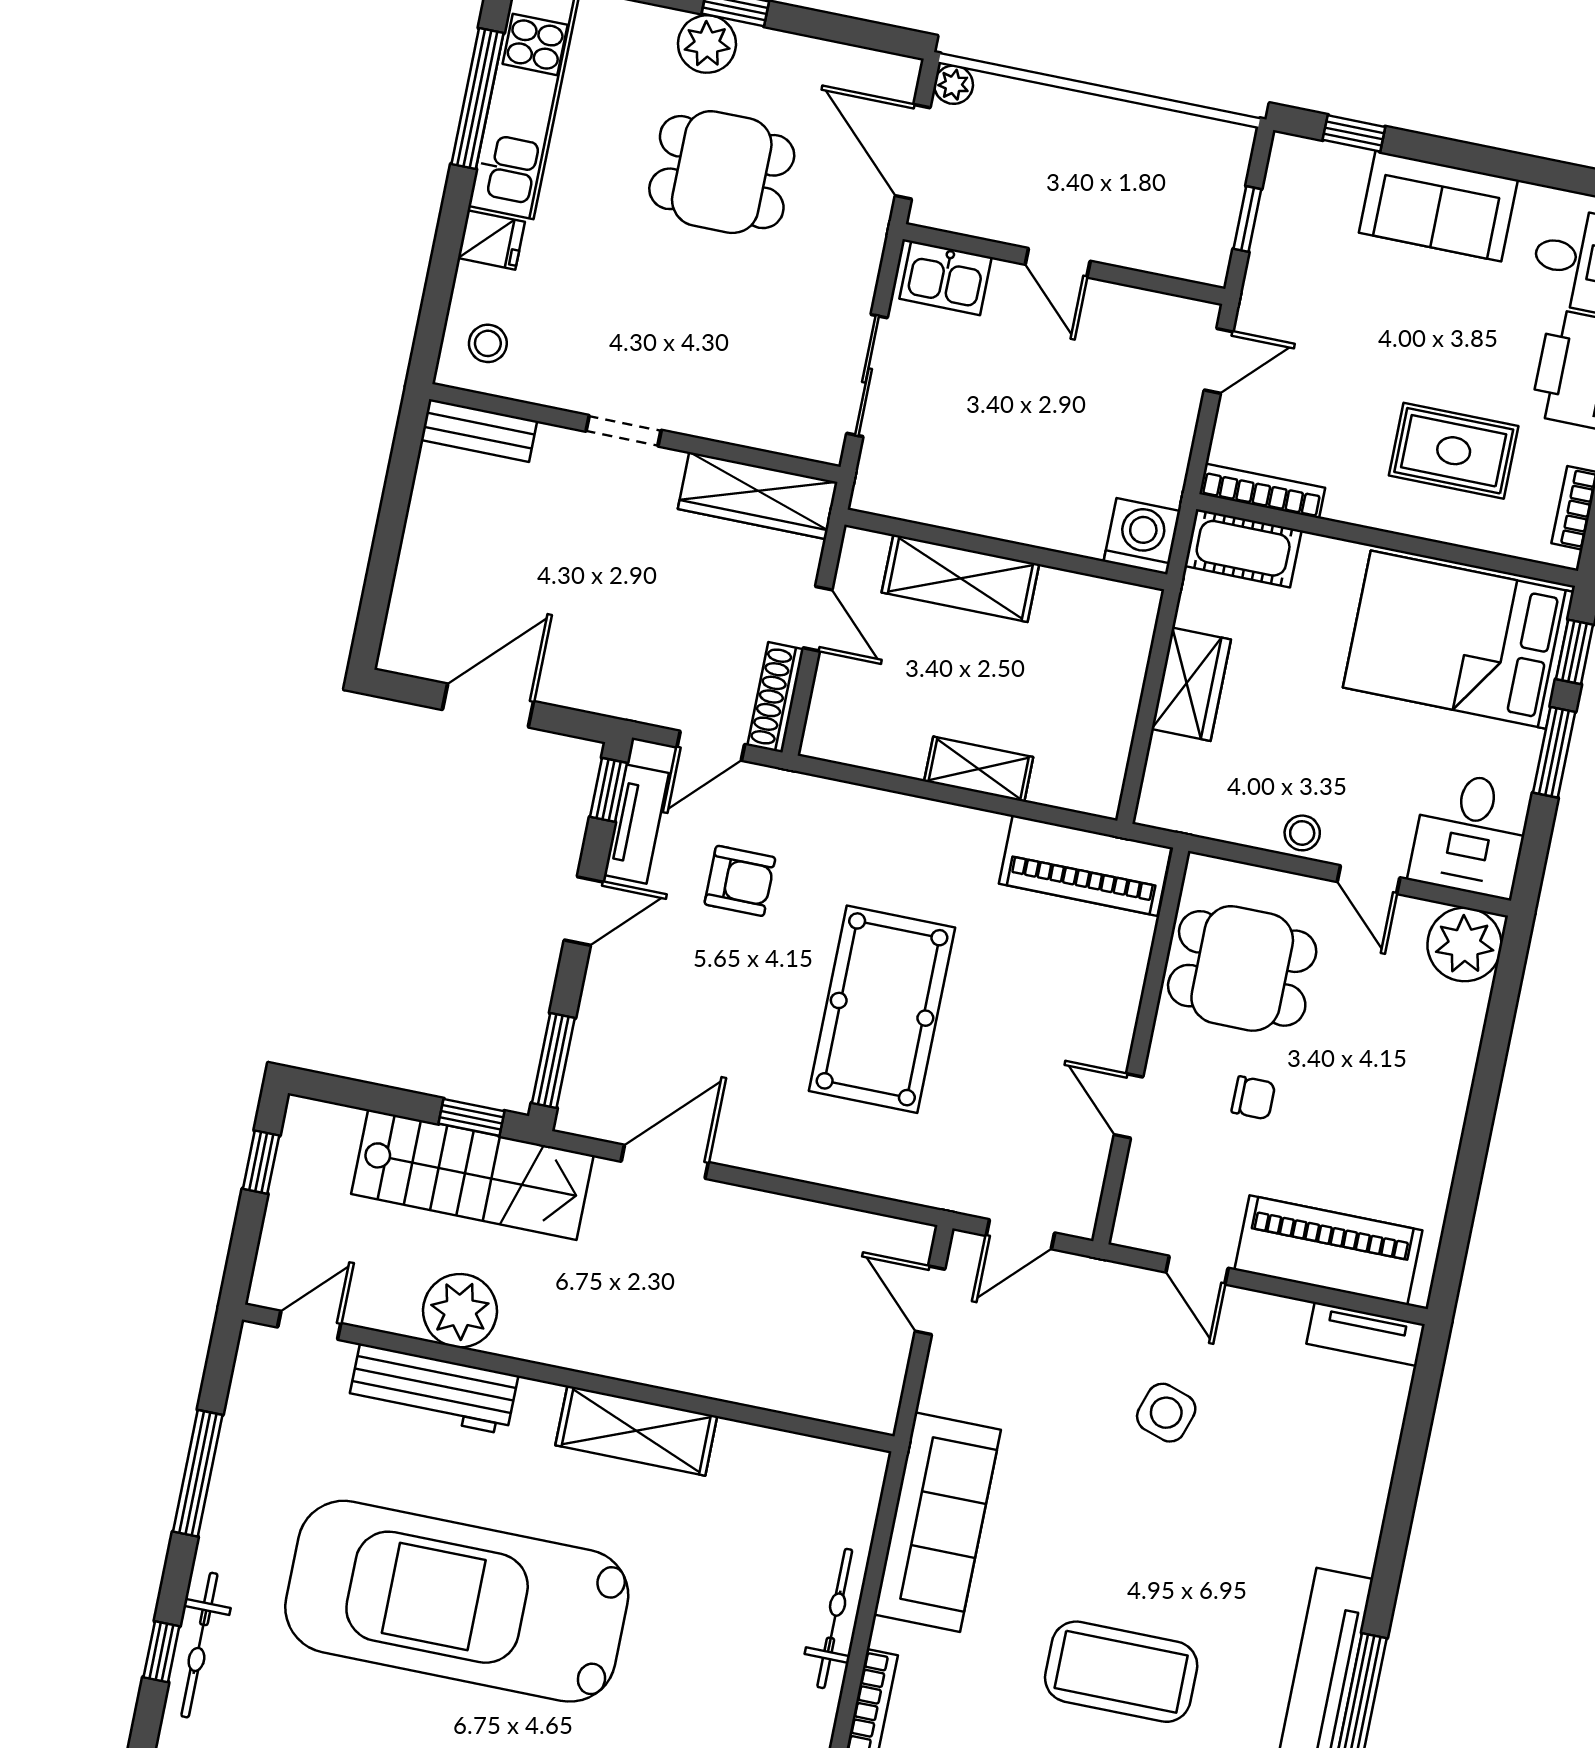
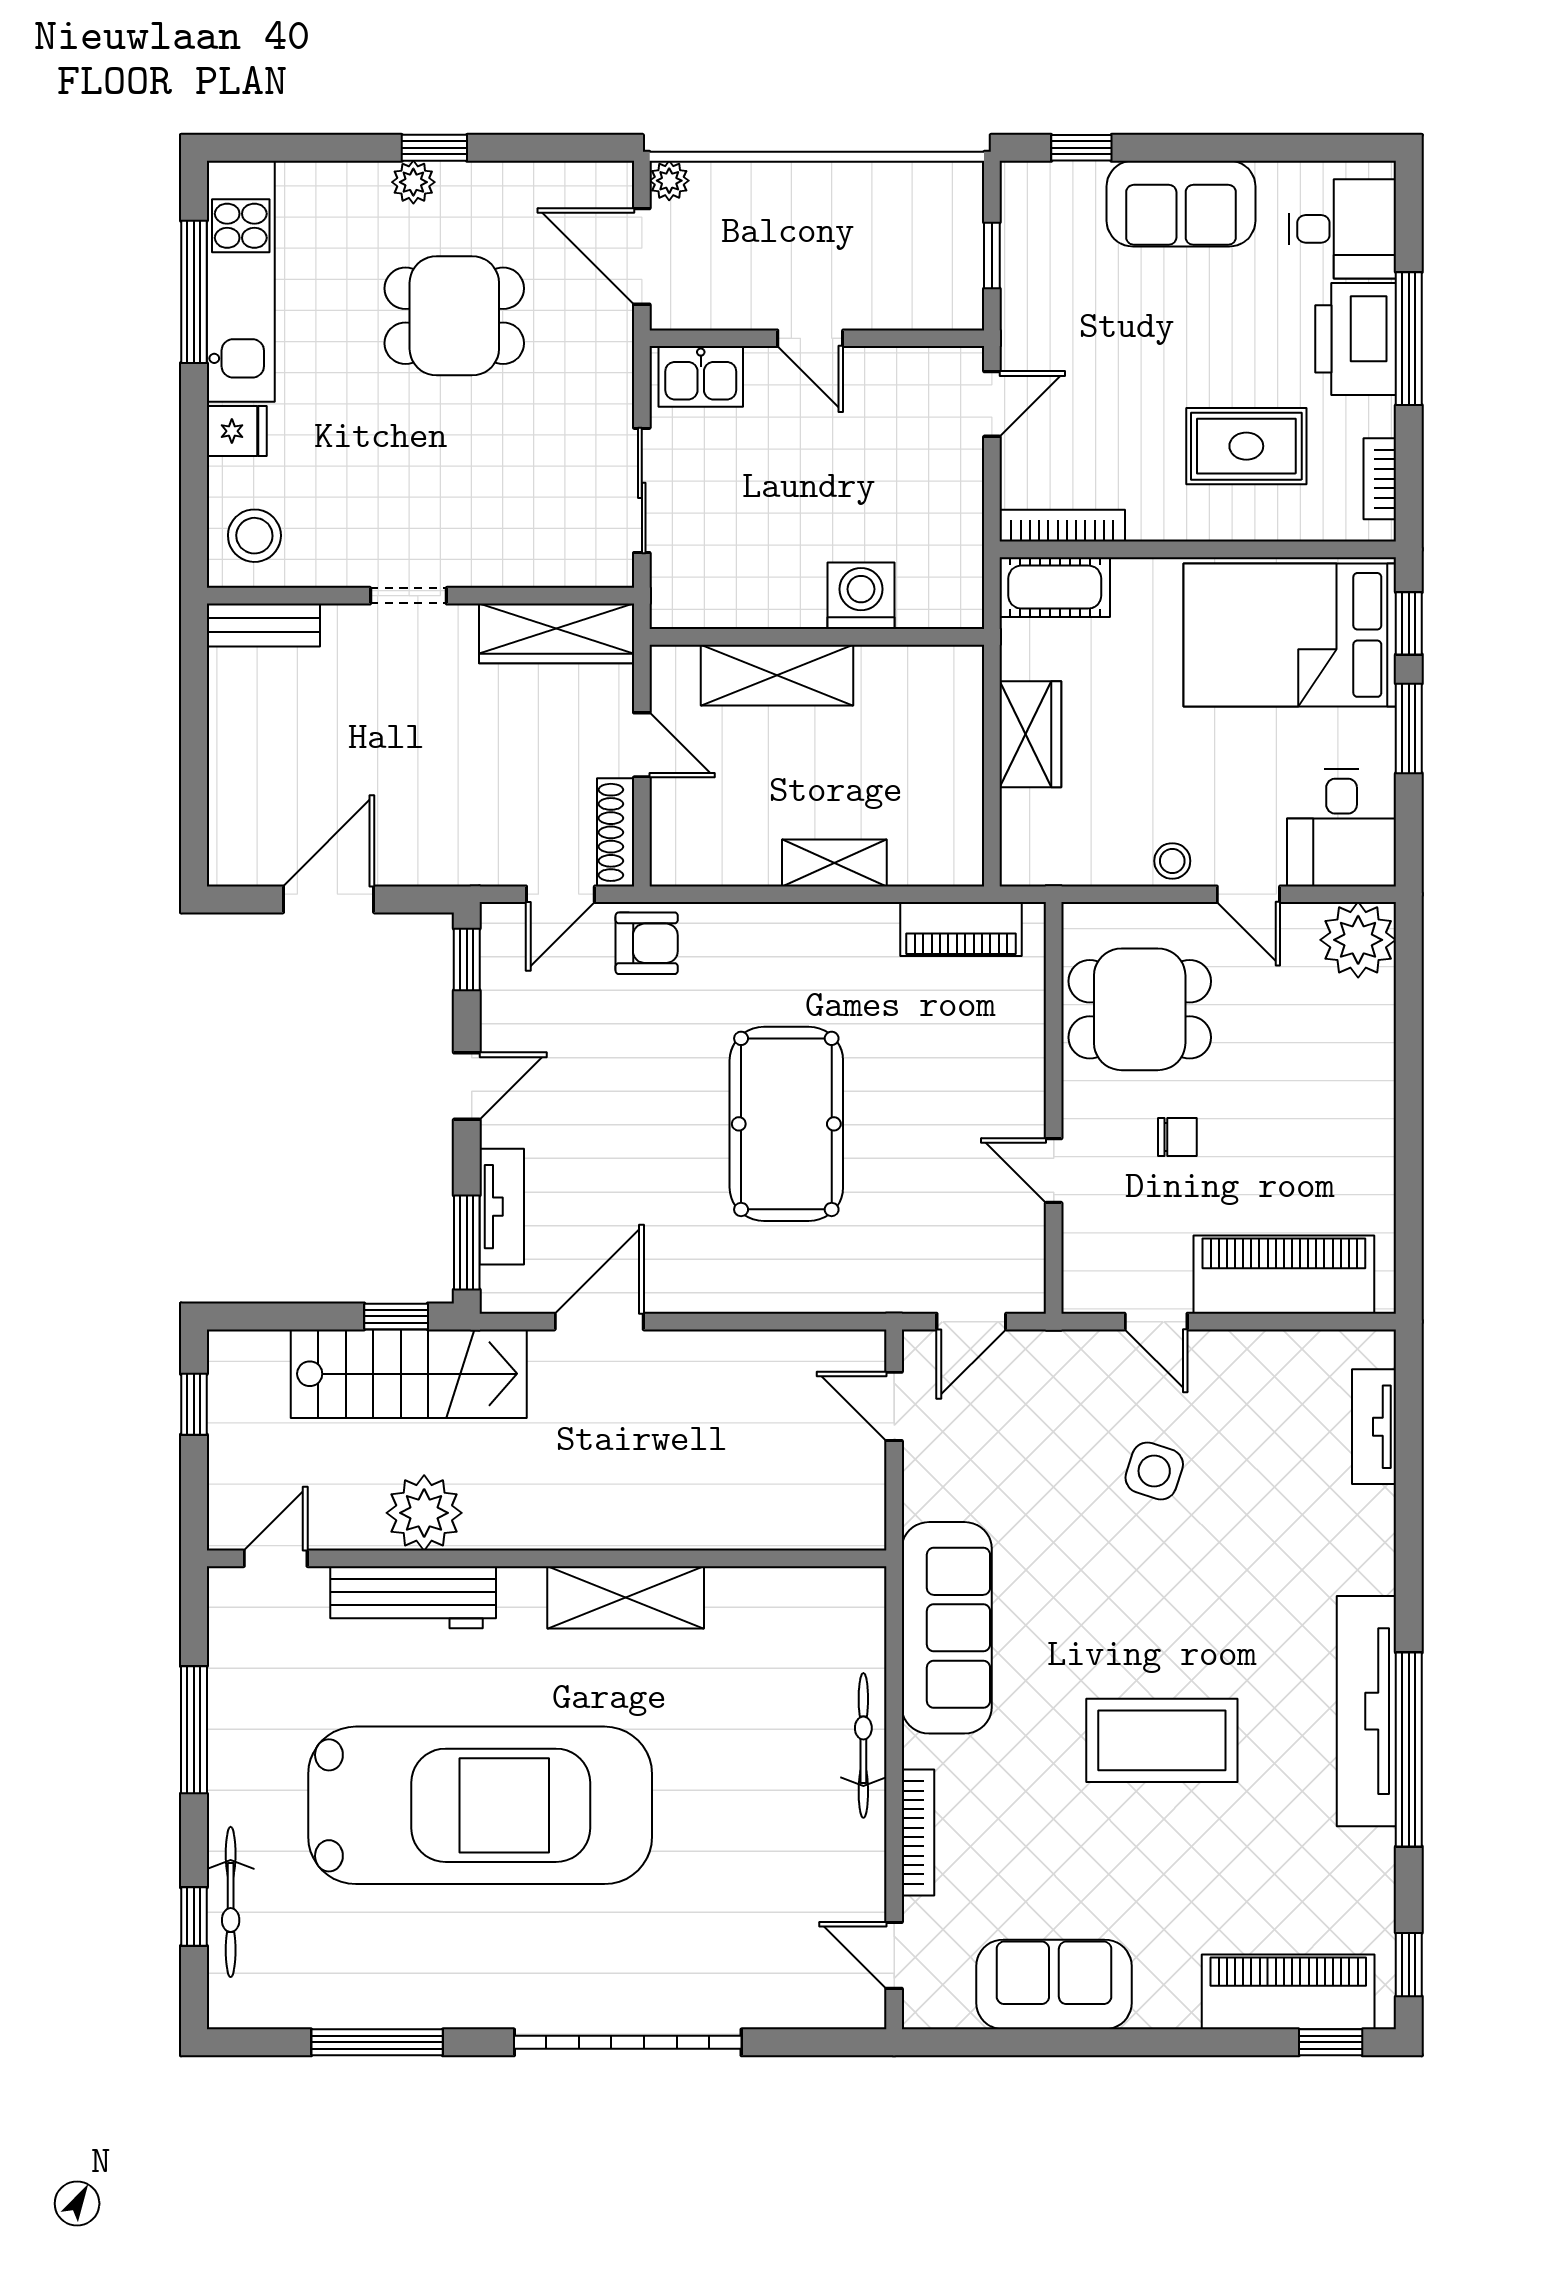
plant: (707, 44) -> (413, 182), width x0.73, depth x0.73
stool: (488, 343) -> (254, 536), width x1.37, depth x1.37
washing machine: (1142, 536) -> (861, 596), moved
tv unit: (636, 824) -> (502, 1207), moved
piano: (1085, 865) -> (961, 929), width x0.73, depth x0.75
armchair: (740, 881) -> (647, 943), moved
tv unit: (1366, 1334) -> (1374, 1427), moved, turned 90
car: (457, 1601) -> (480, 1805), turned 180

